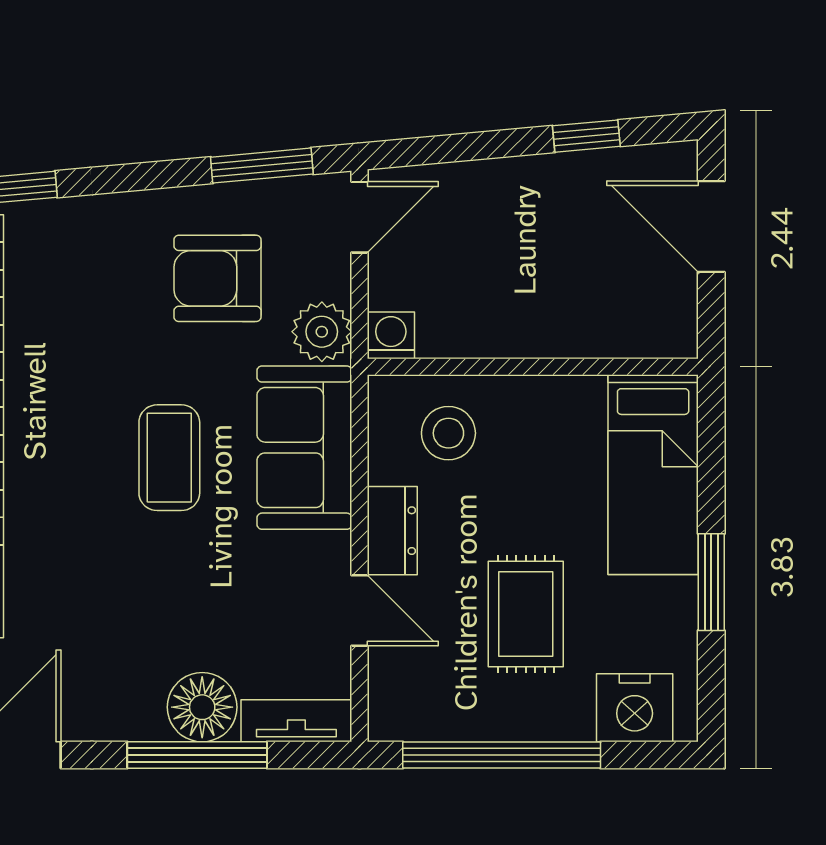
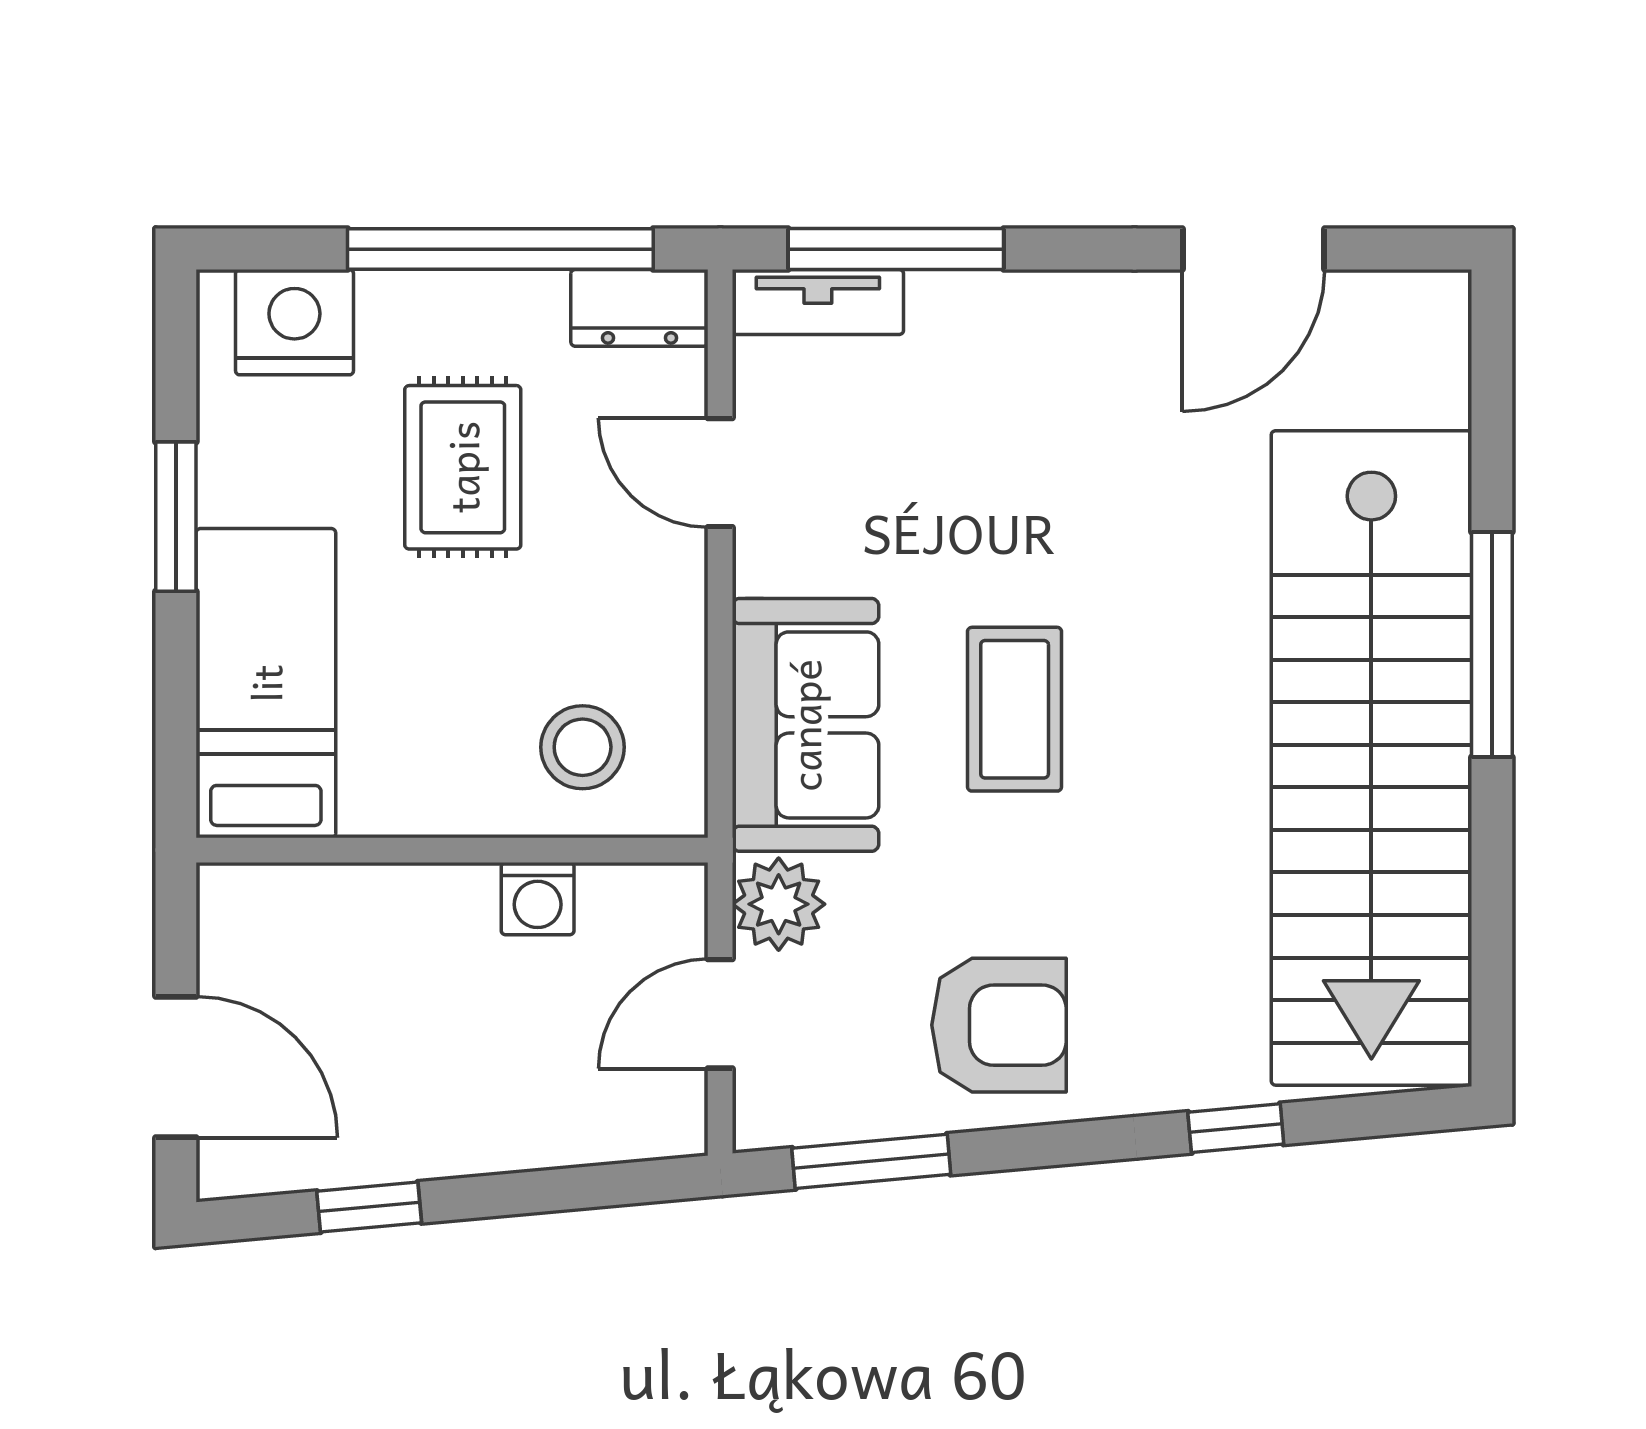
door: (360, 217) -> (720, 1014), moved
armchair: (217, 278) -> (999, 1025), moved
washing machine: (391, 335) -> (538, 899), moved
dresser: (392, 531) -> (639, 308), moved, turned -90
floor lamp: (202, 707) -> (964, 323), removed
window: (197, 755) -> (896, 249), moved

